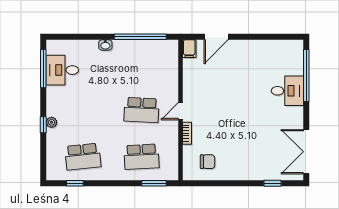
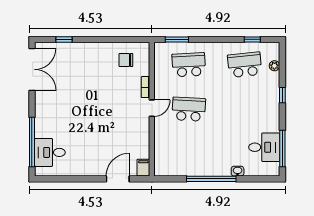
window: (140, 37) -> (211, 179), moved
washbasin: (105, 45) -> (238, 171), moved
desk: (287, 91) -> (50, 152), moved
plant: (52, 122) -> (274, 66), moved

